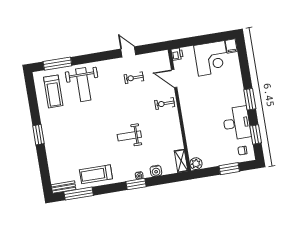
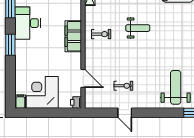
exercise bike: (165, 104) -> (101, 34), moved
filing cabinet: (190, 118) -> (73, 36), added

